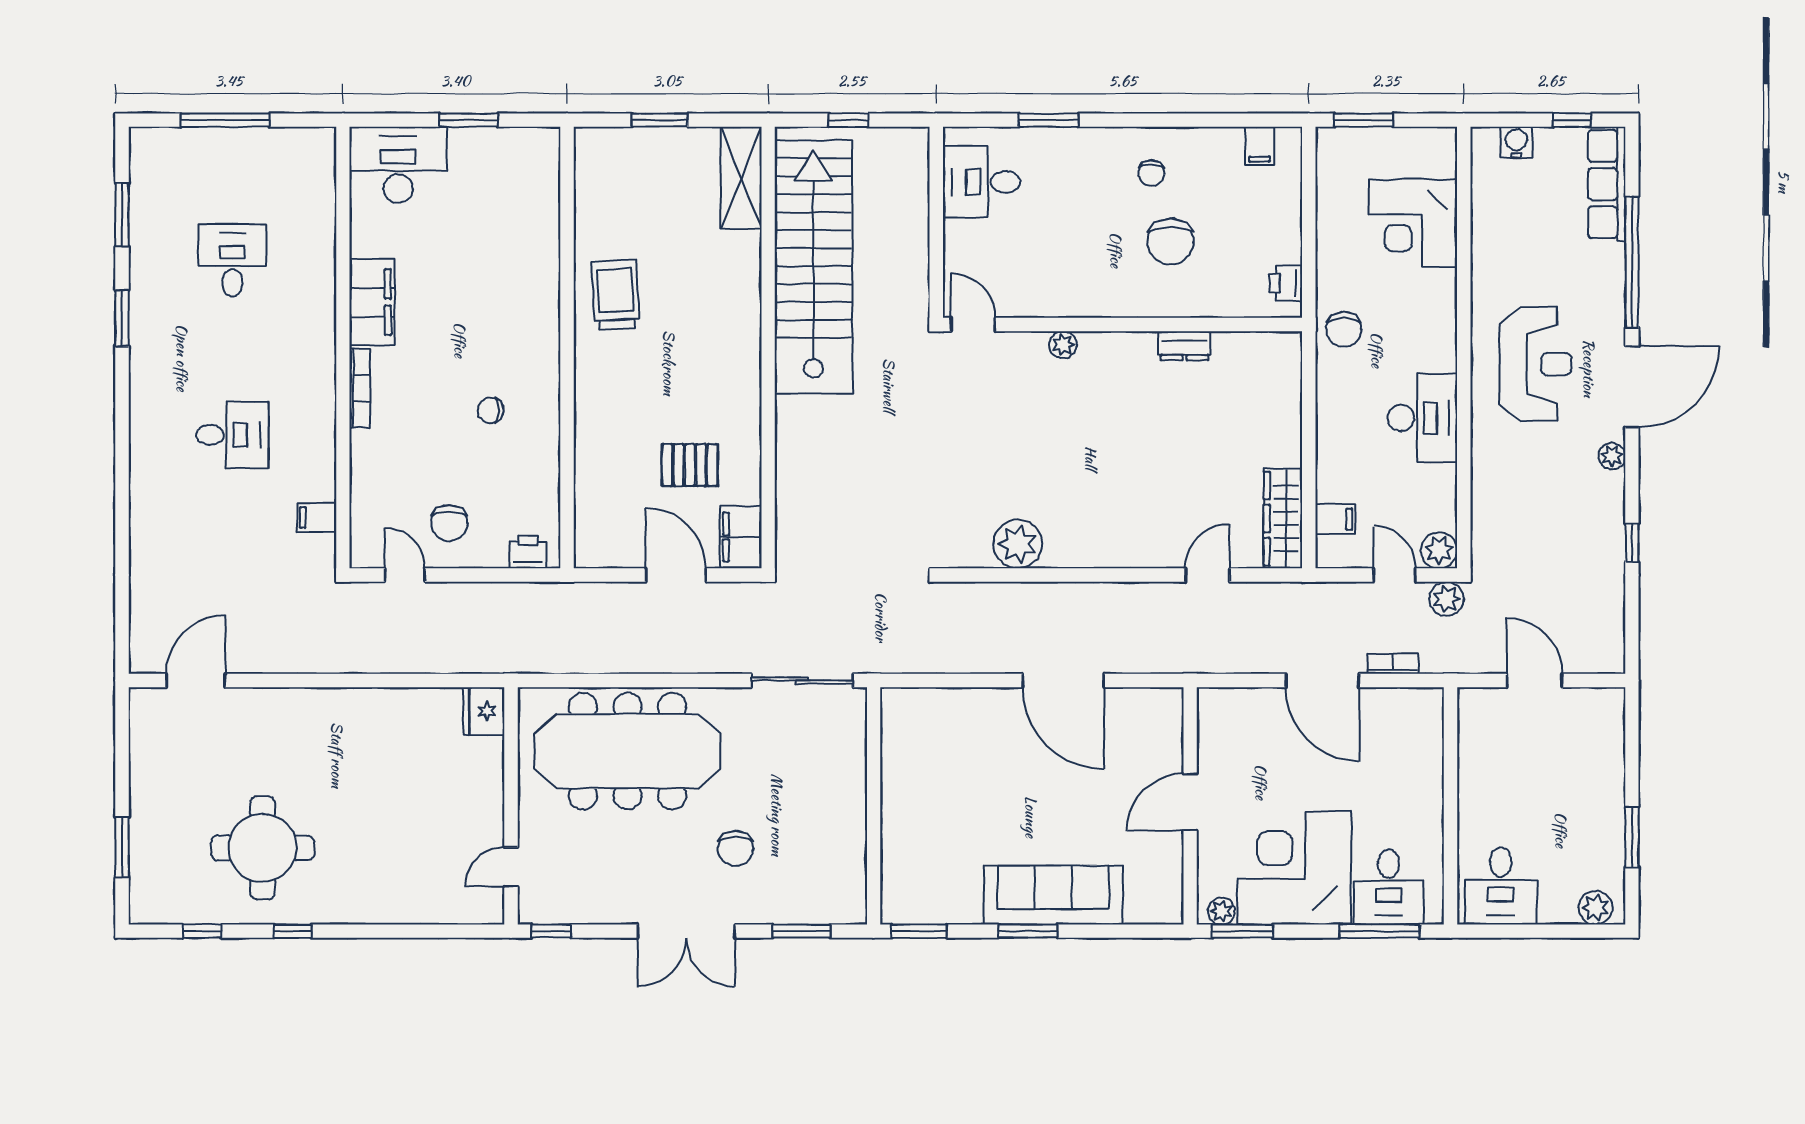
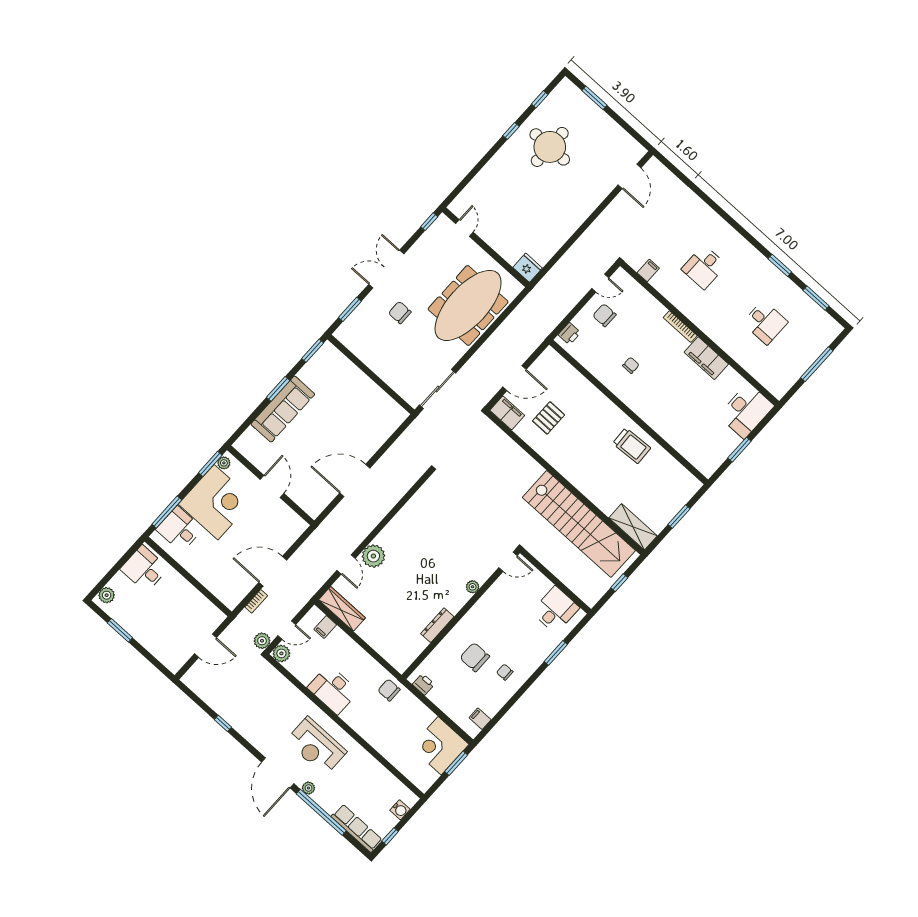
corner desk: (1413, 223) -> (440, 746), moved, turned -90
dresser: (1185, 346) -> (437, 625), width x1.44
plant: (1612, 456) -> (308, 788), moved
plant: (1018, 544) -> (373, 556), moved

